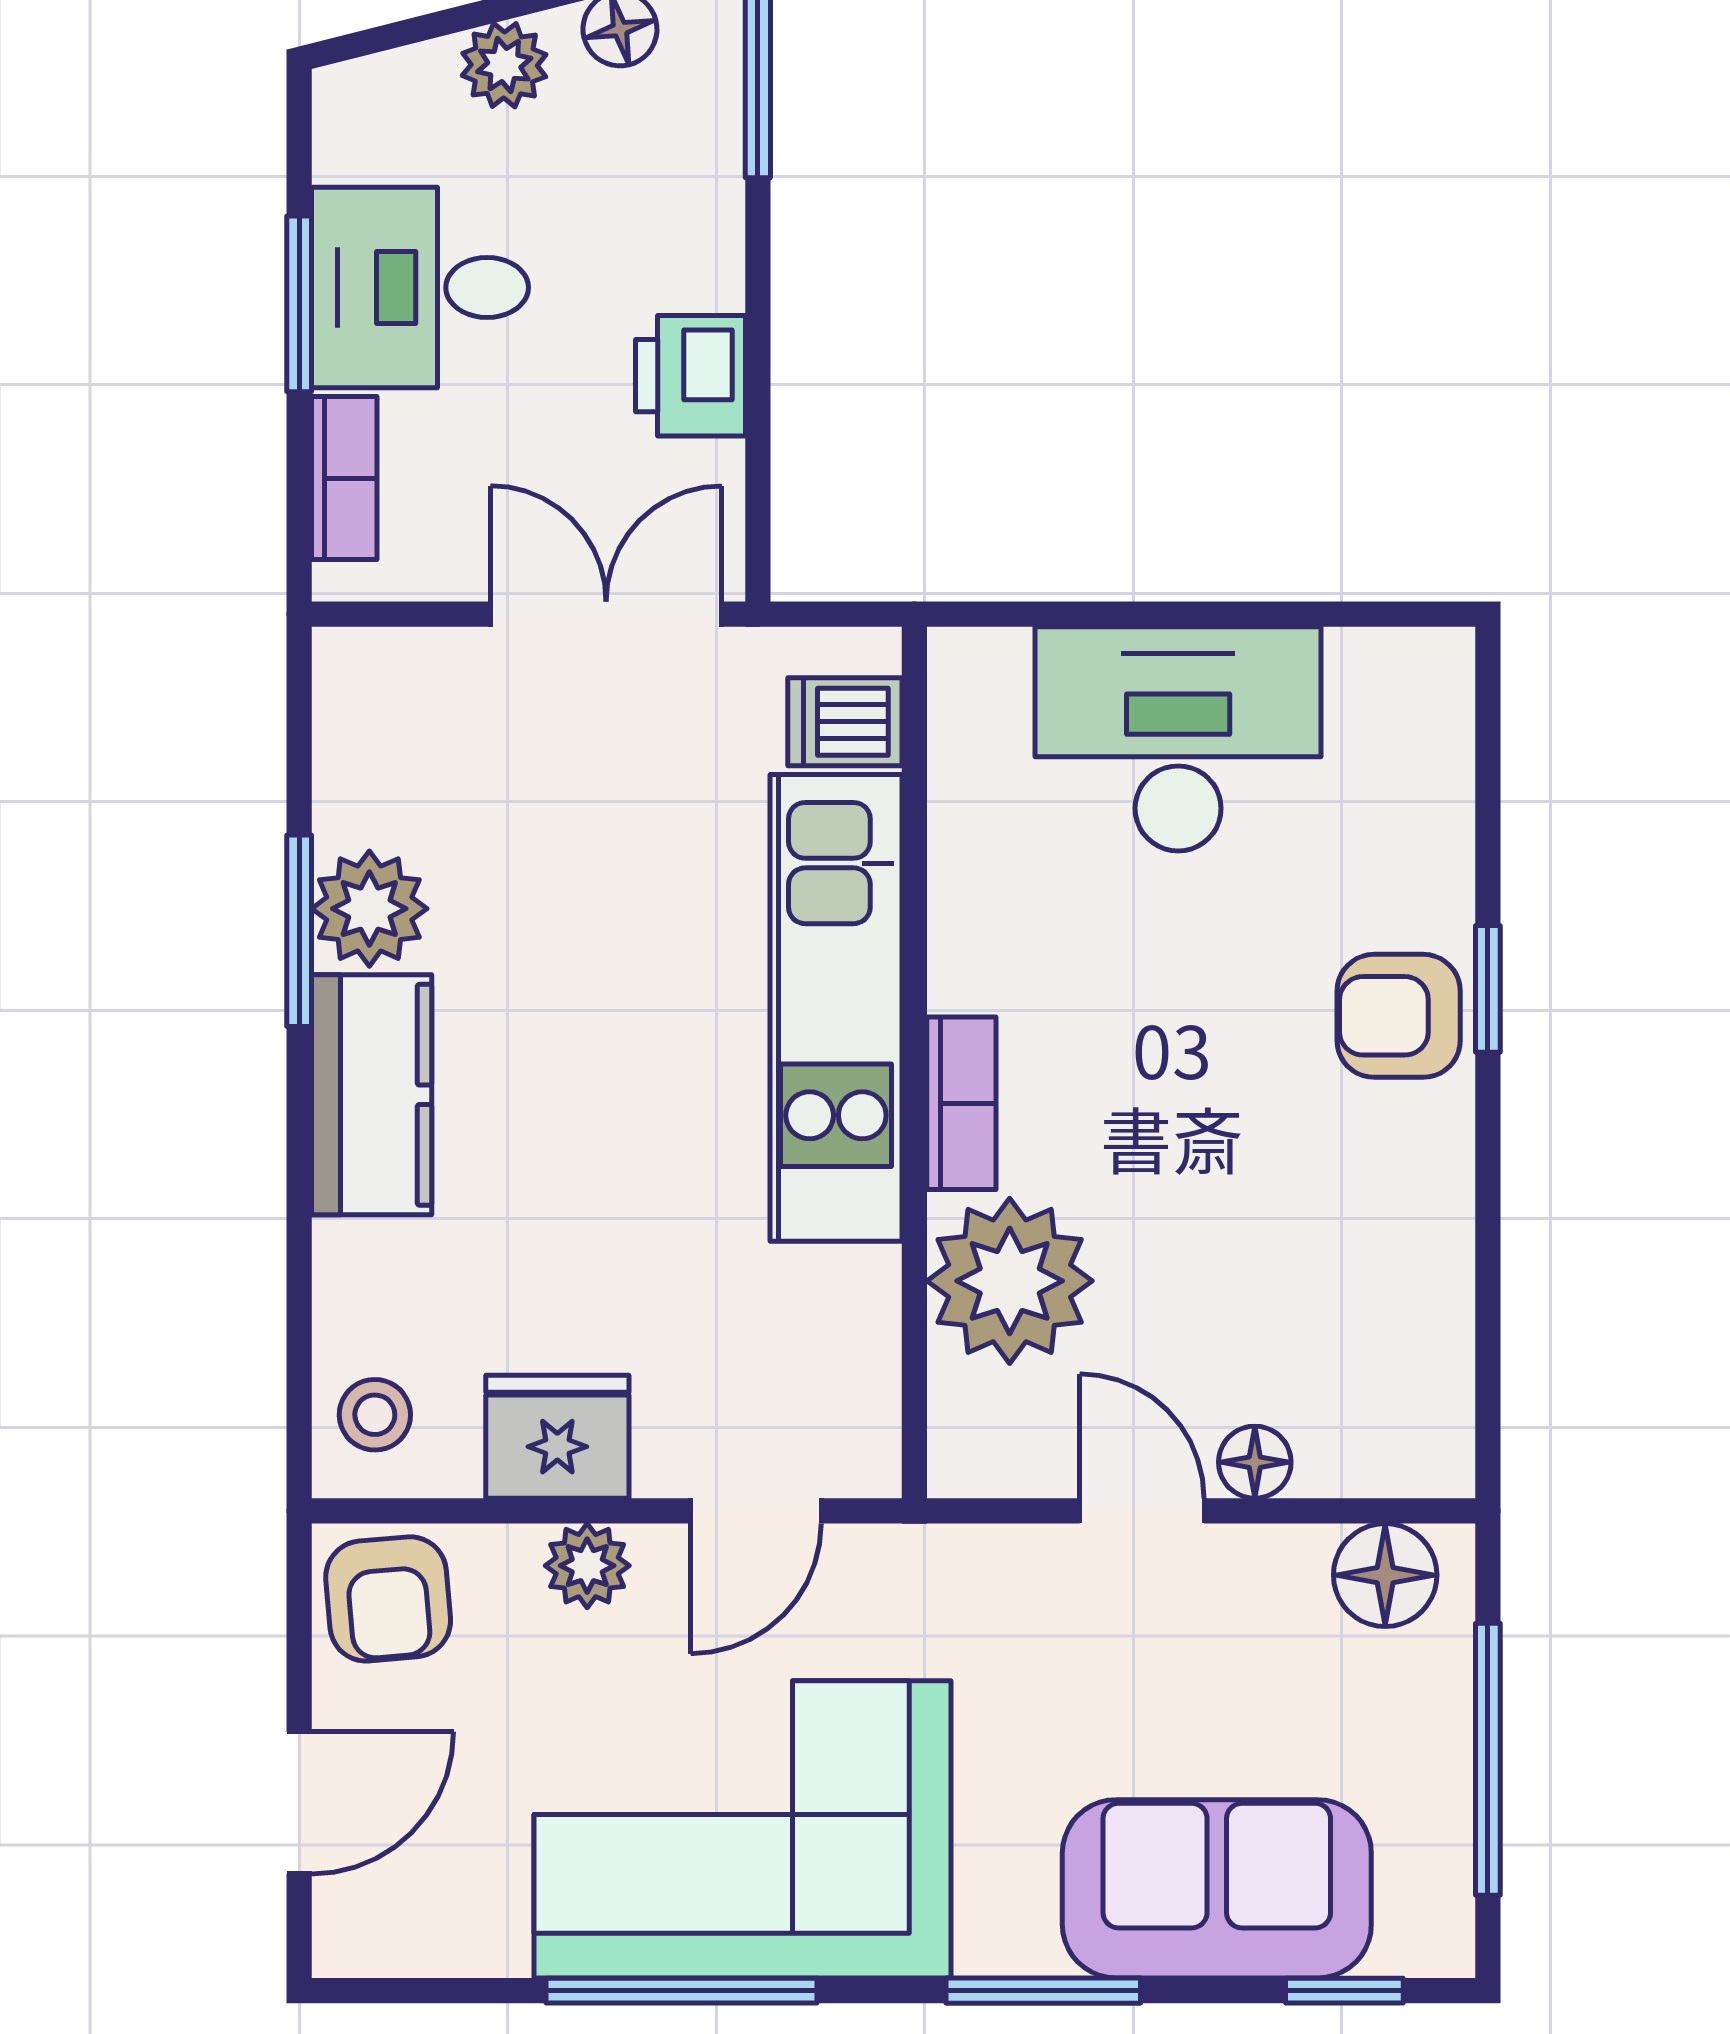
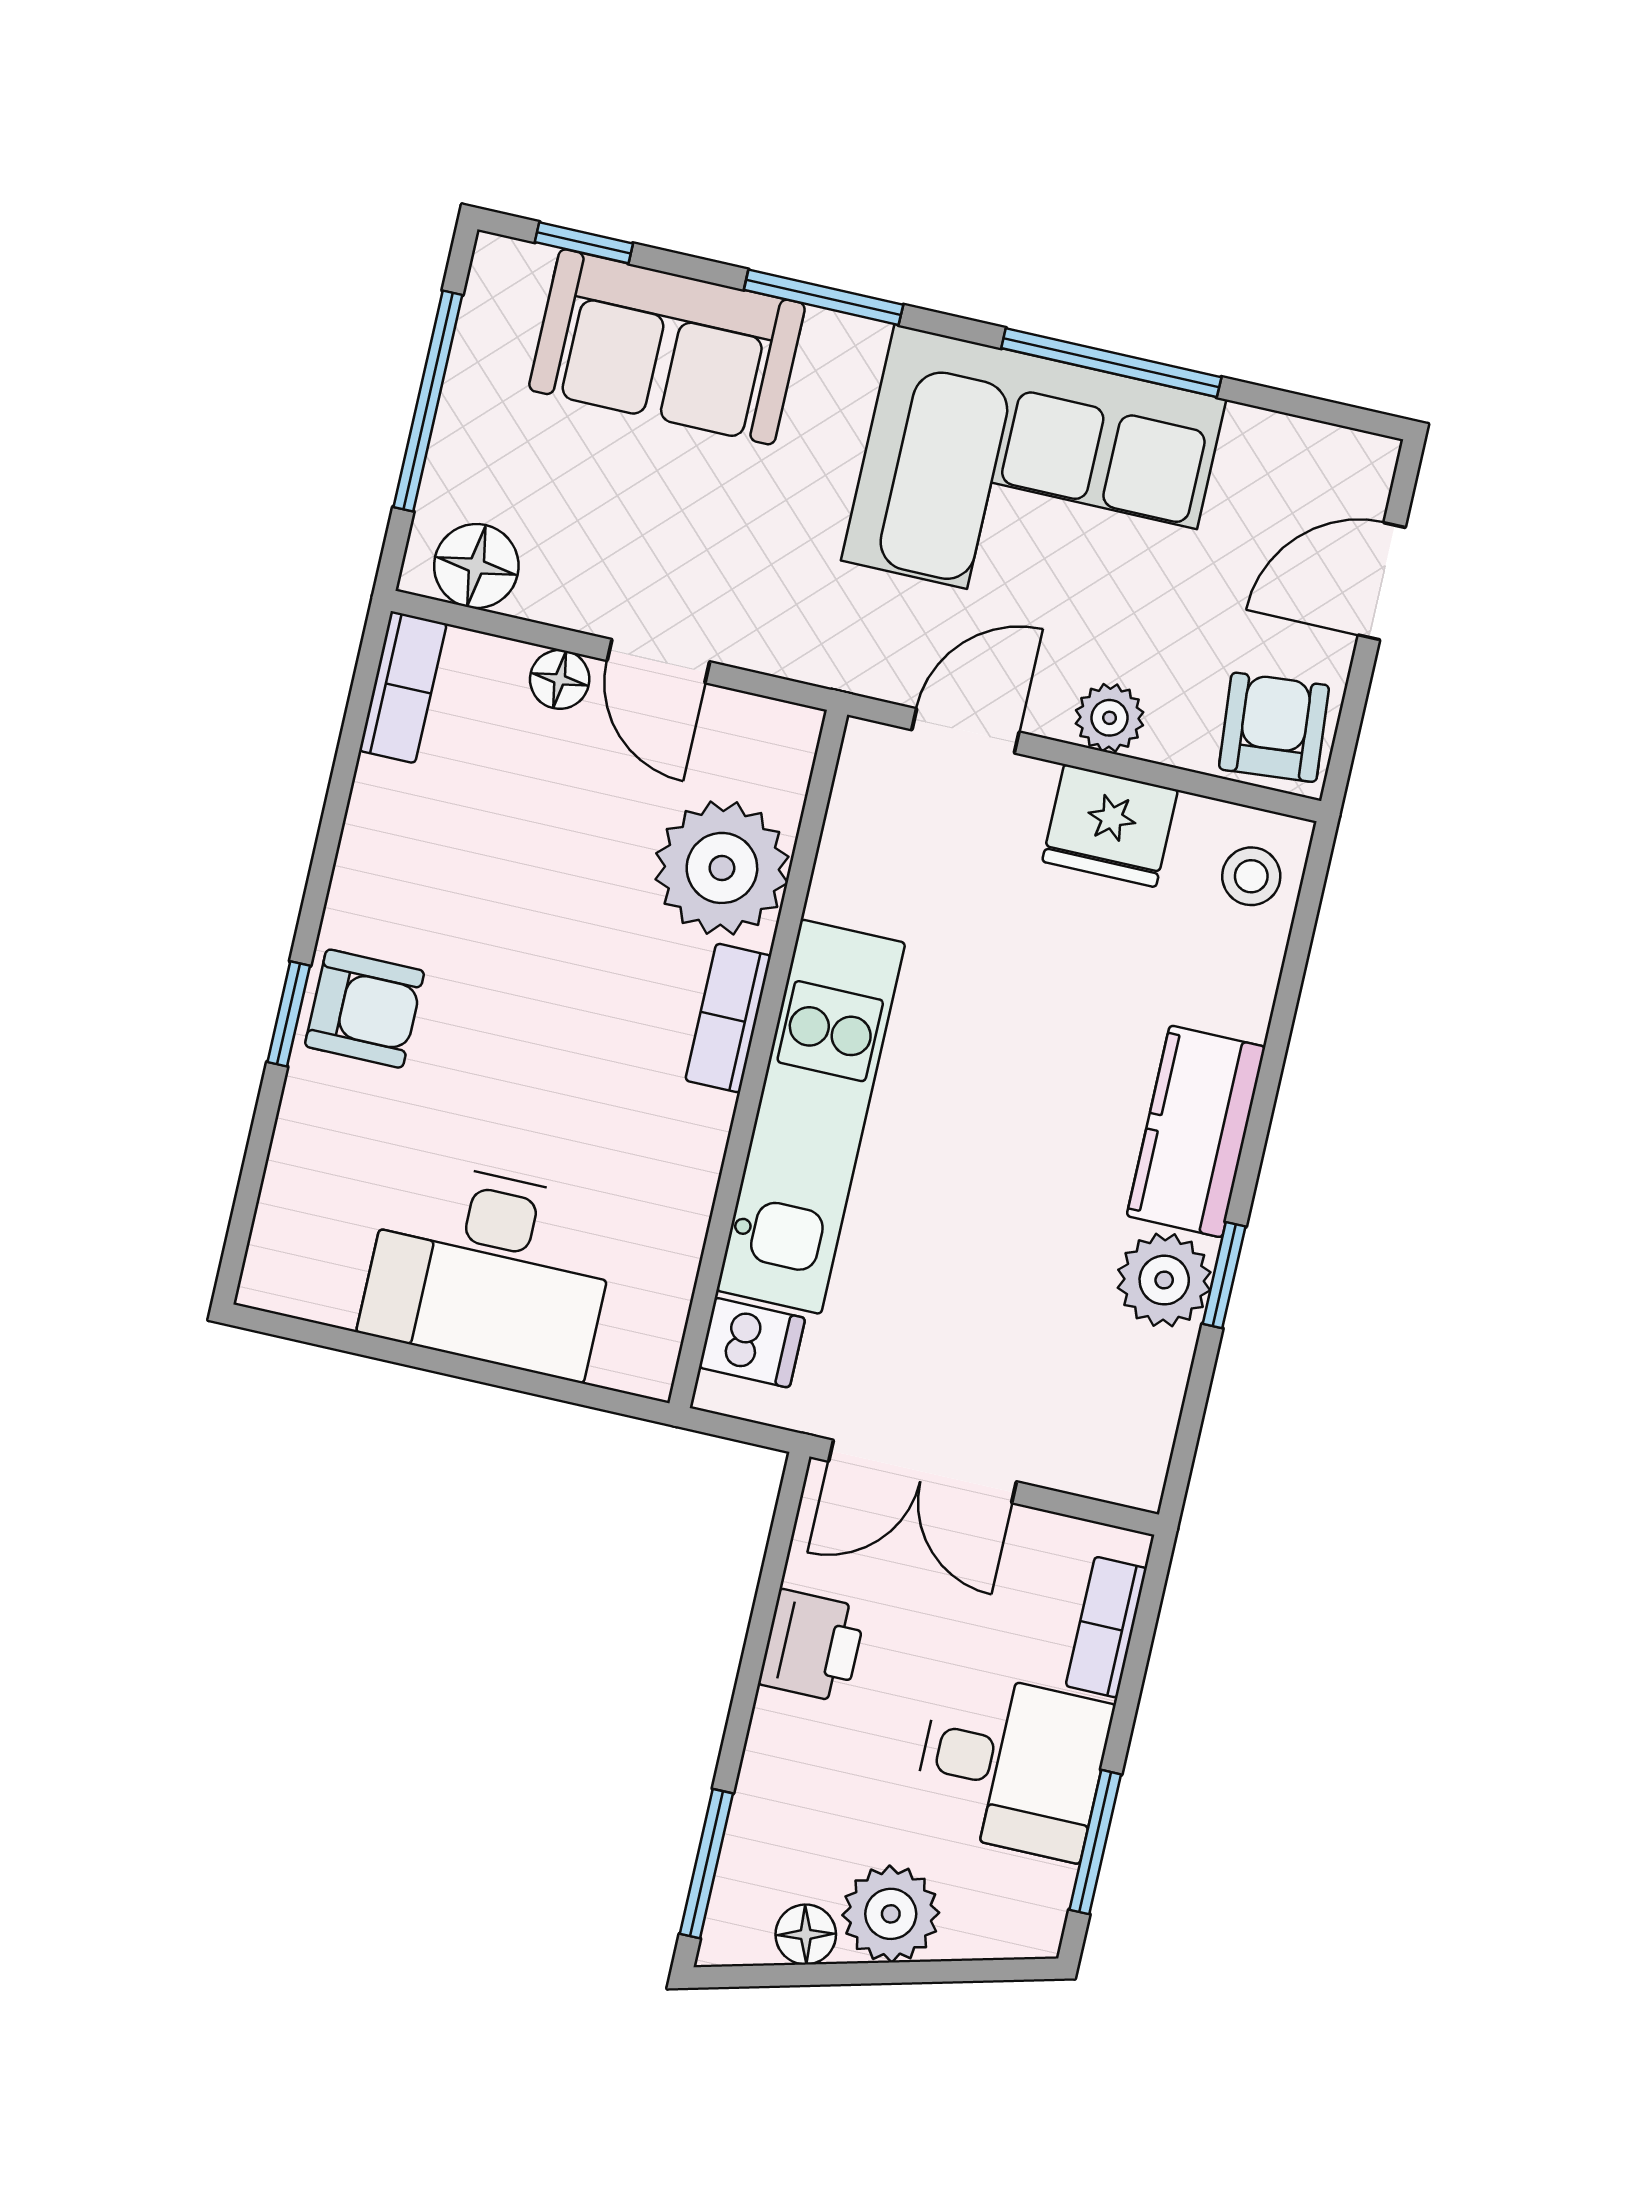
plant: (504, 65) -> (891, 1914), width x1.38, depth x1.38
window: (299, 304) -> (1095, 1842), moved
window: (299, 931) -> (1224, 1275), width x0.67
bookcase: (1440, 1410) -> (403, 687), added

